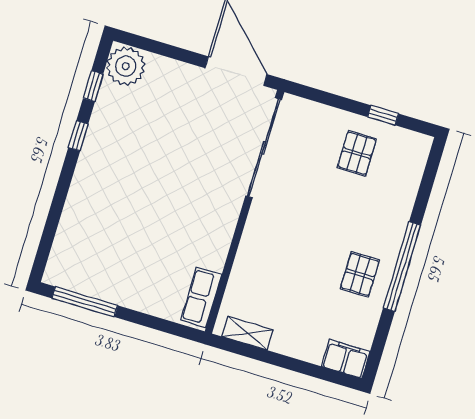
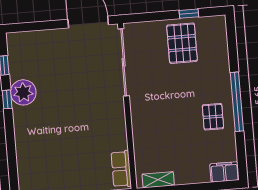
plant: (126, 66) -> (23, 92), moved
pallet: (357, 153) -> (182, 43), width x1.50, depth x1.42

